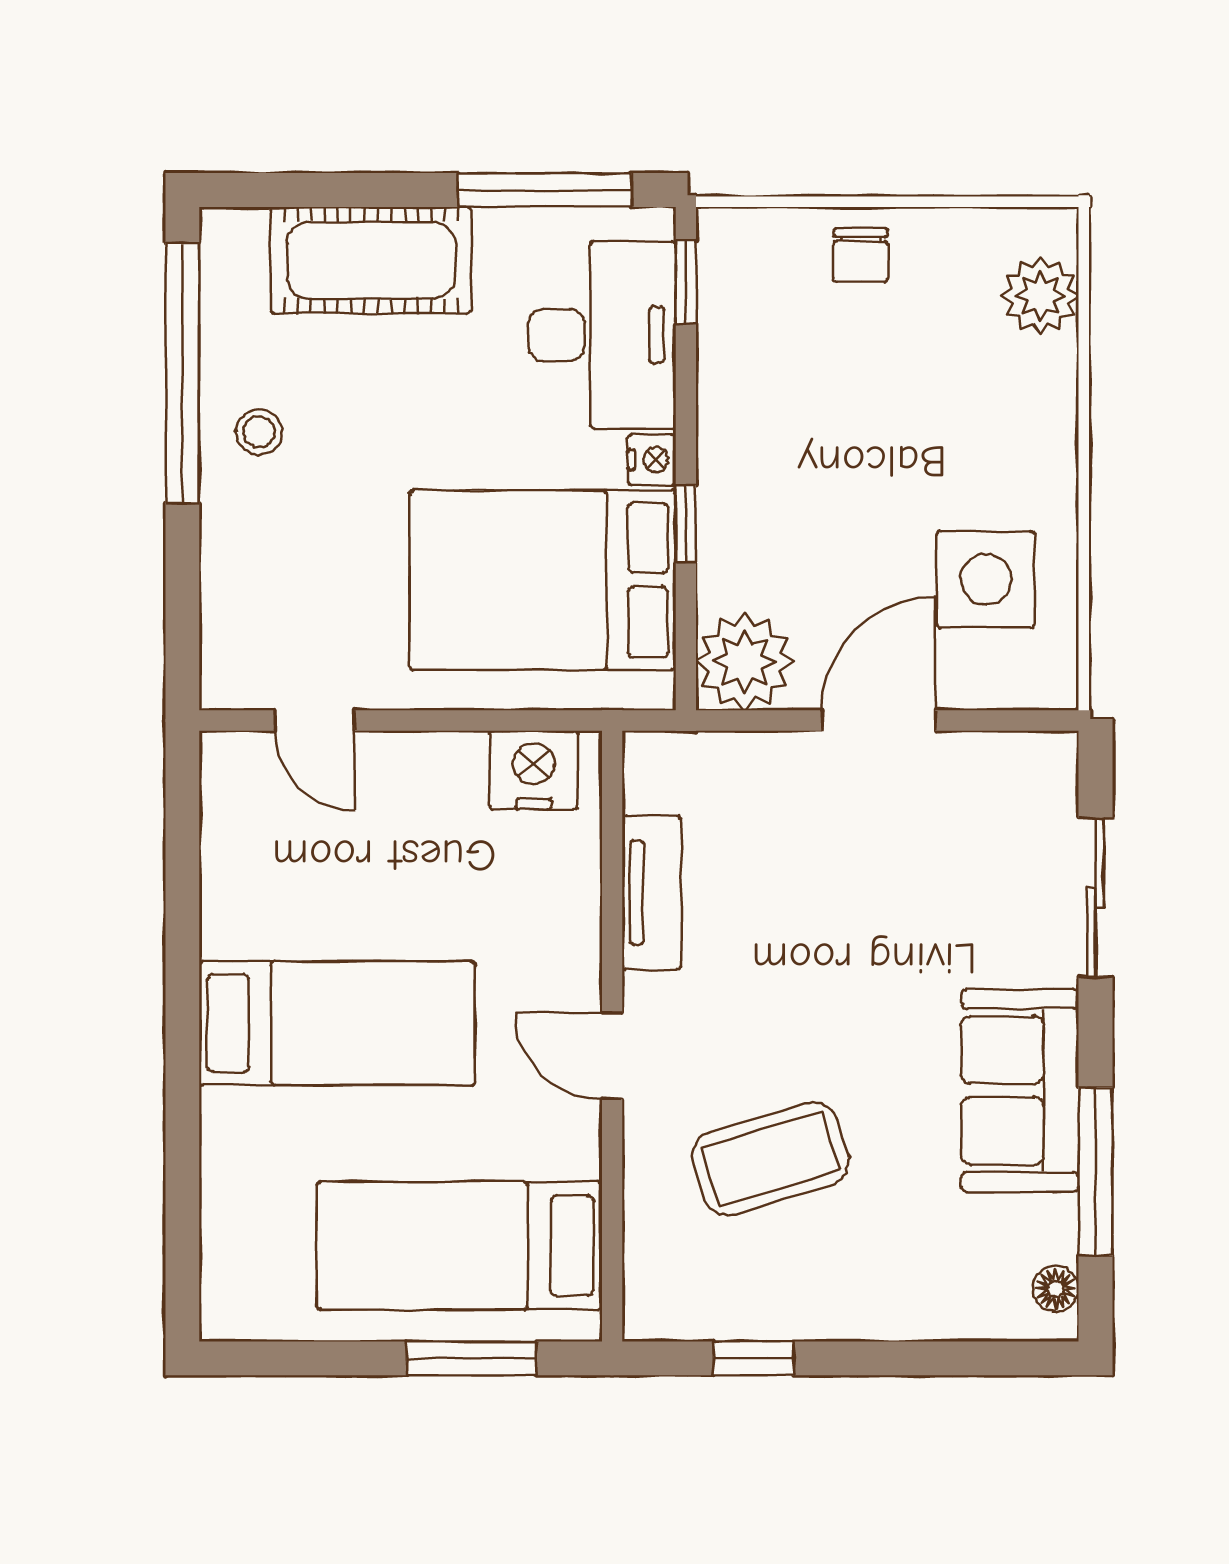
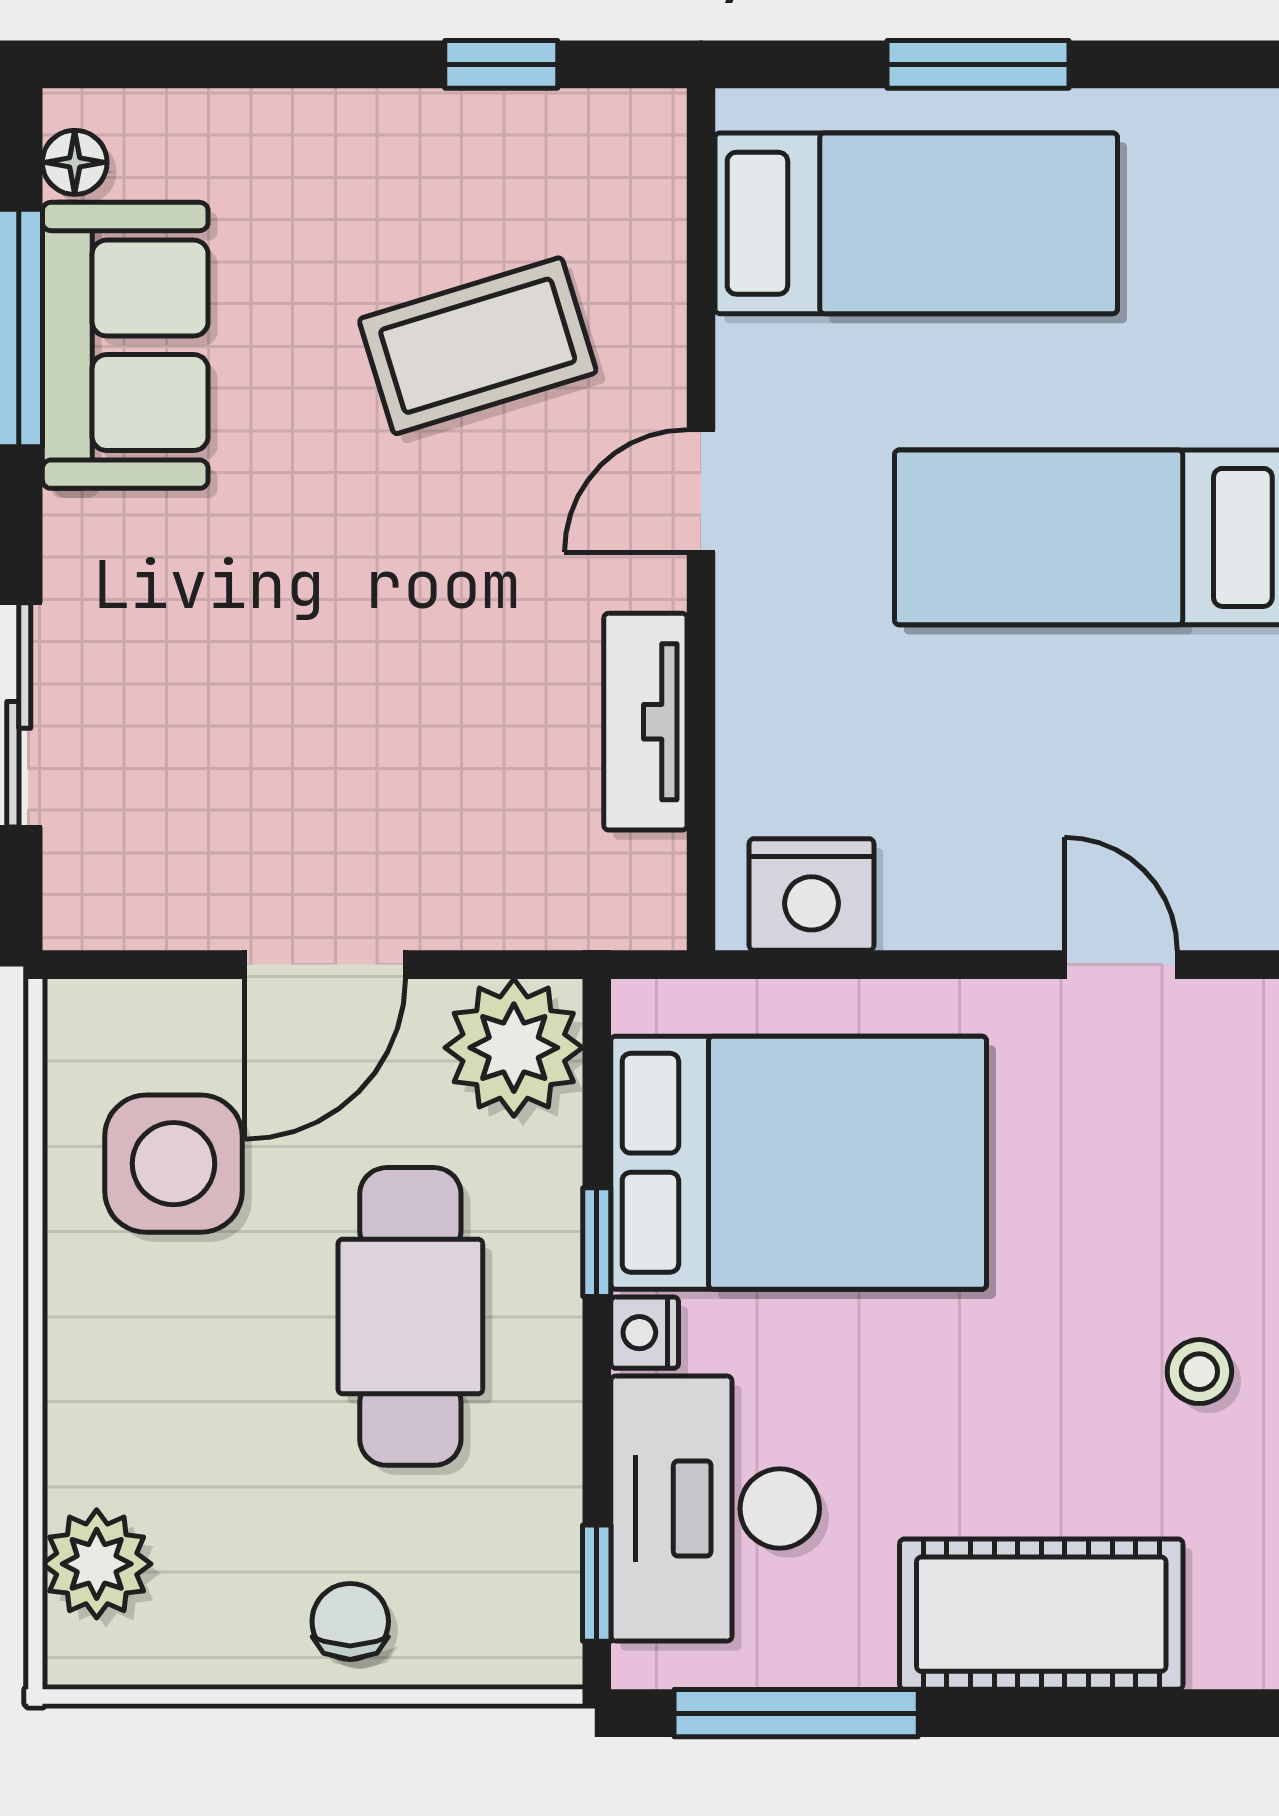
cafe table: (818, 471) -> (410, 1316), added
door: (612, 1056) -> (701, 491), swing flipped
sofa: (1020, 1090) -> (125, 345), moved
window: (471, 1358) -> (978, 64), moved

